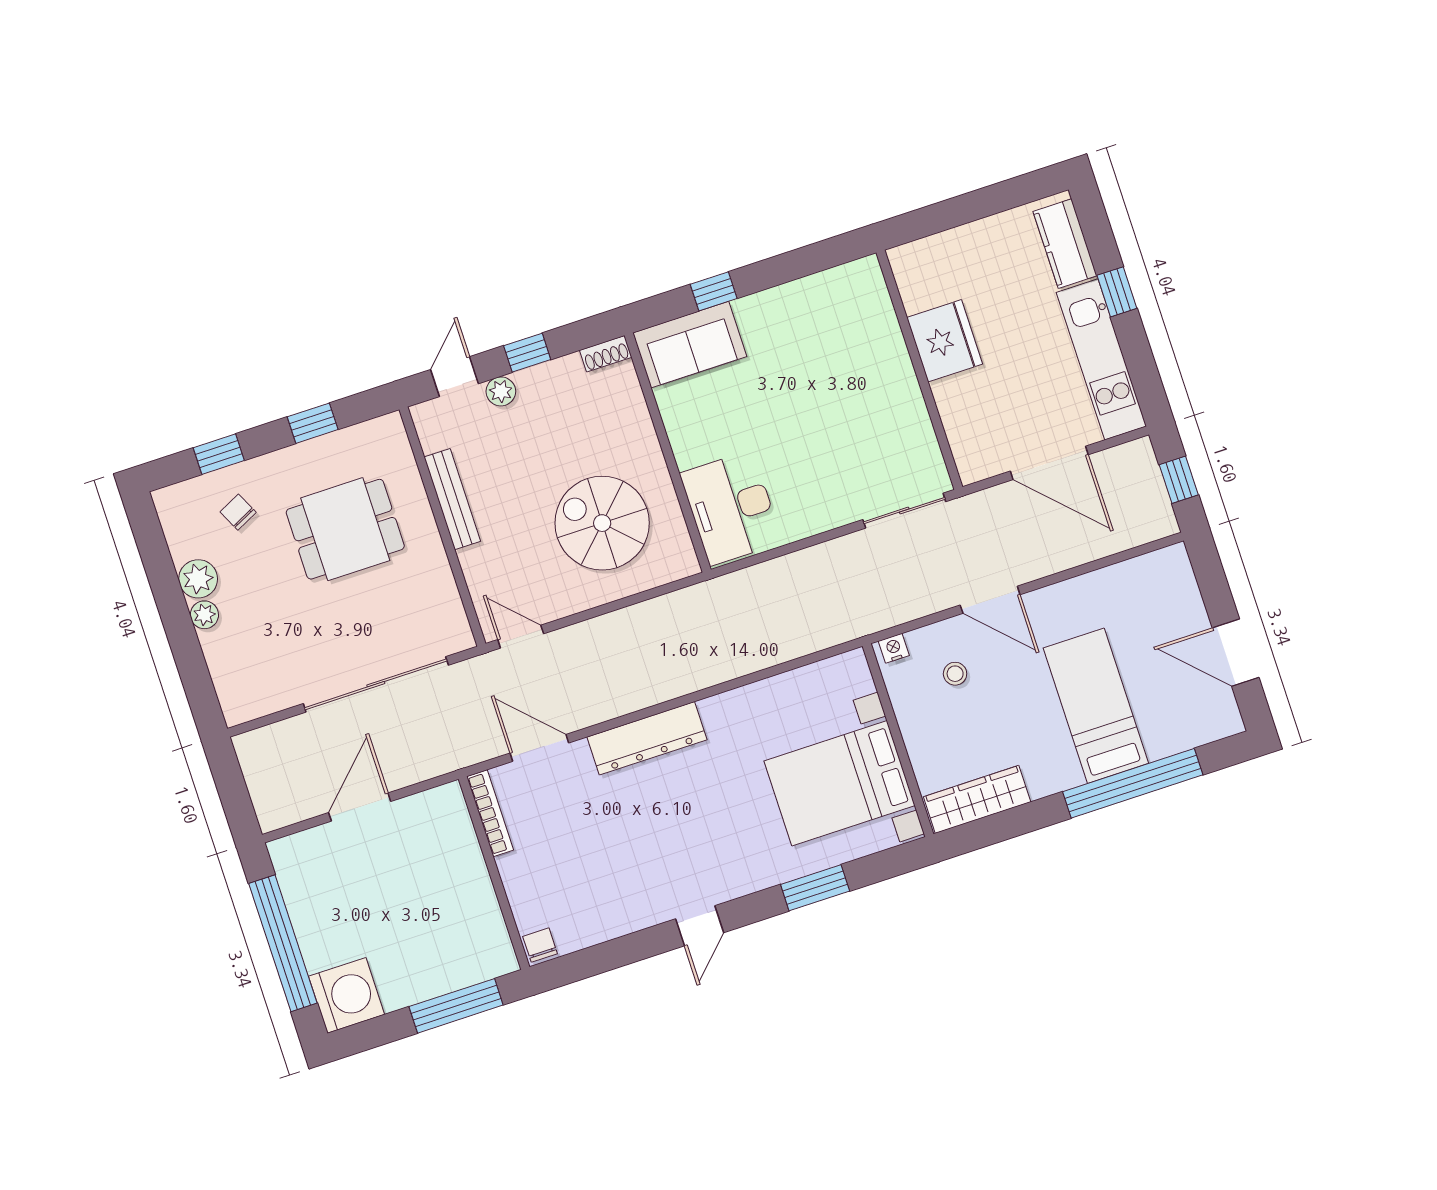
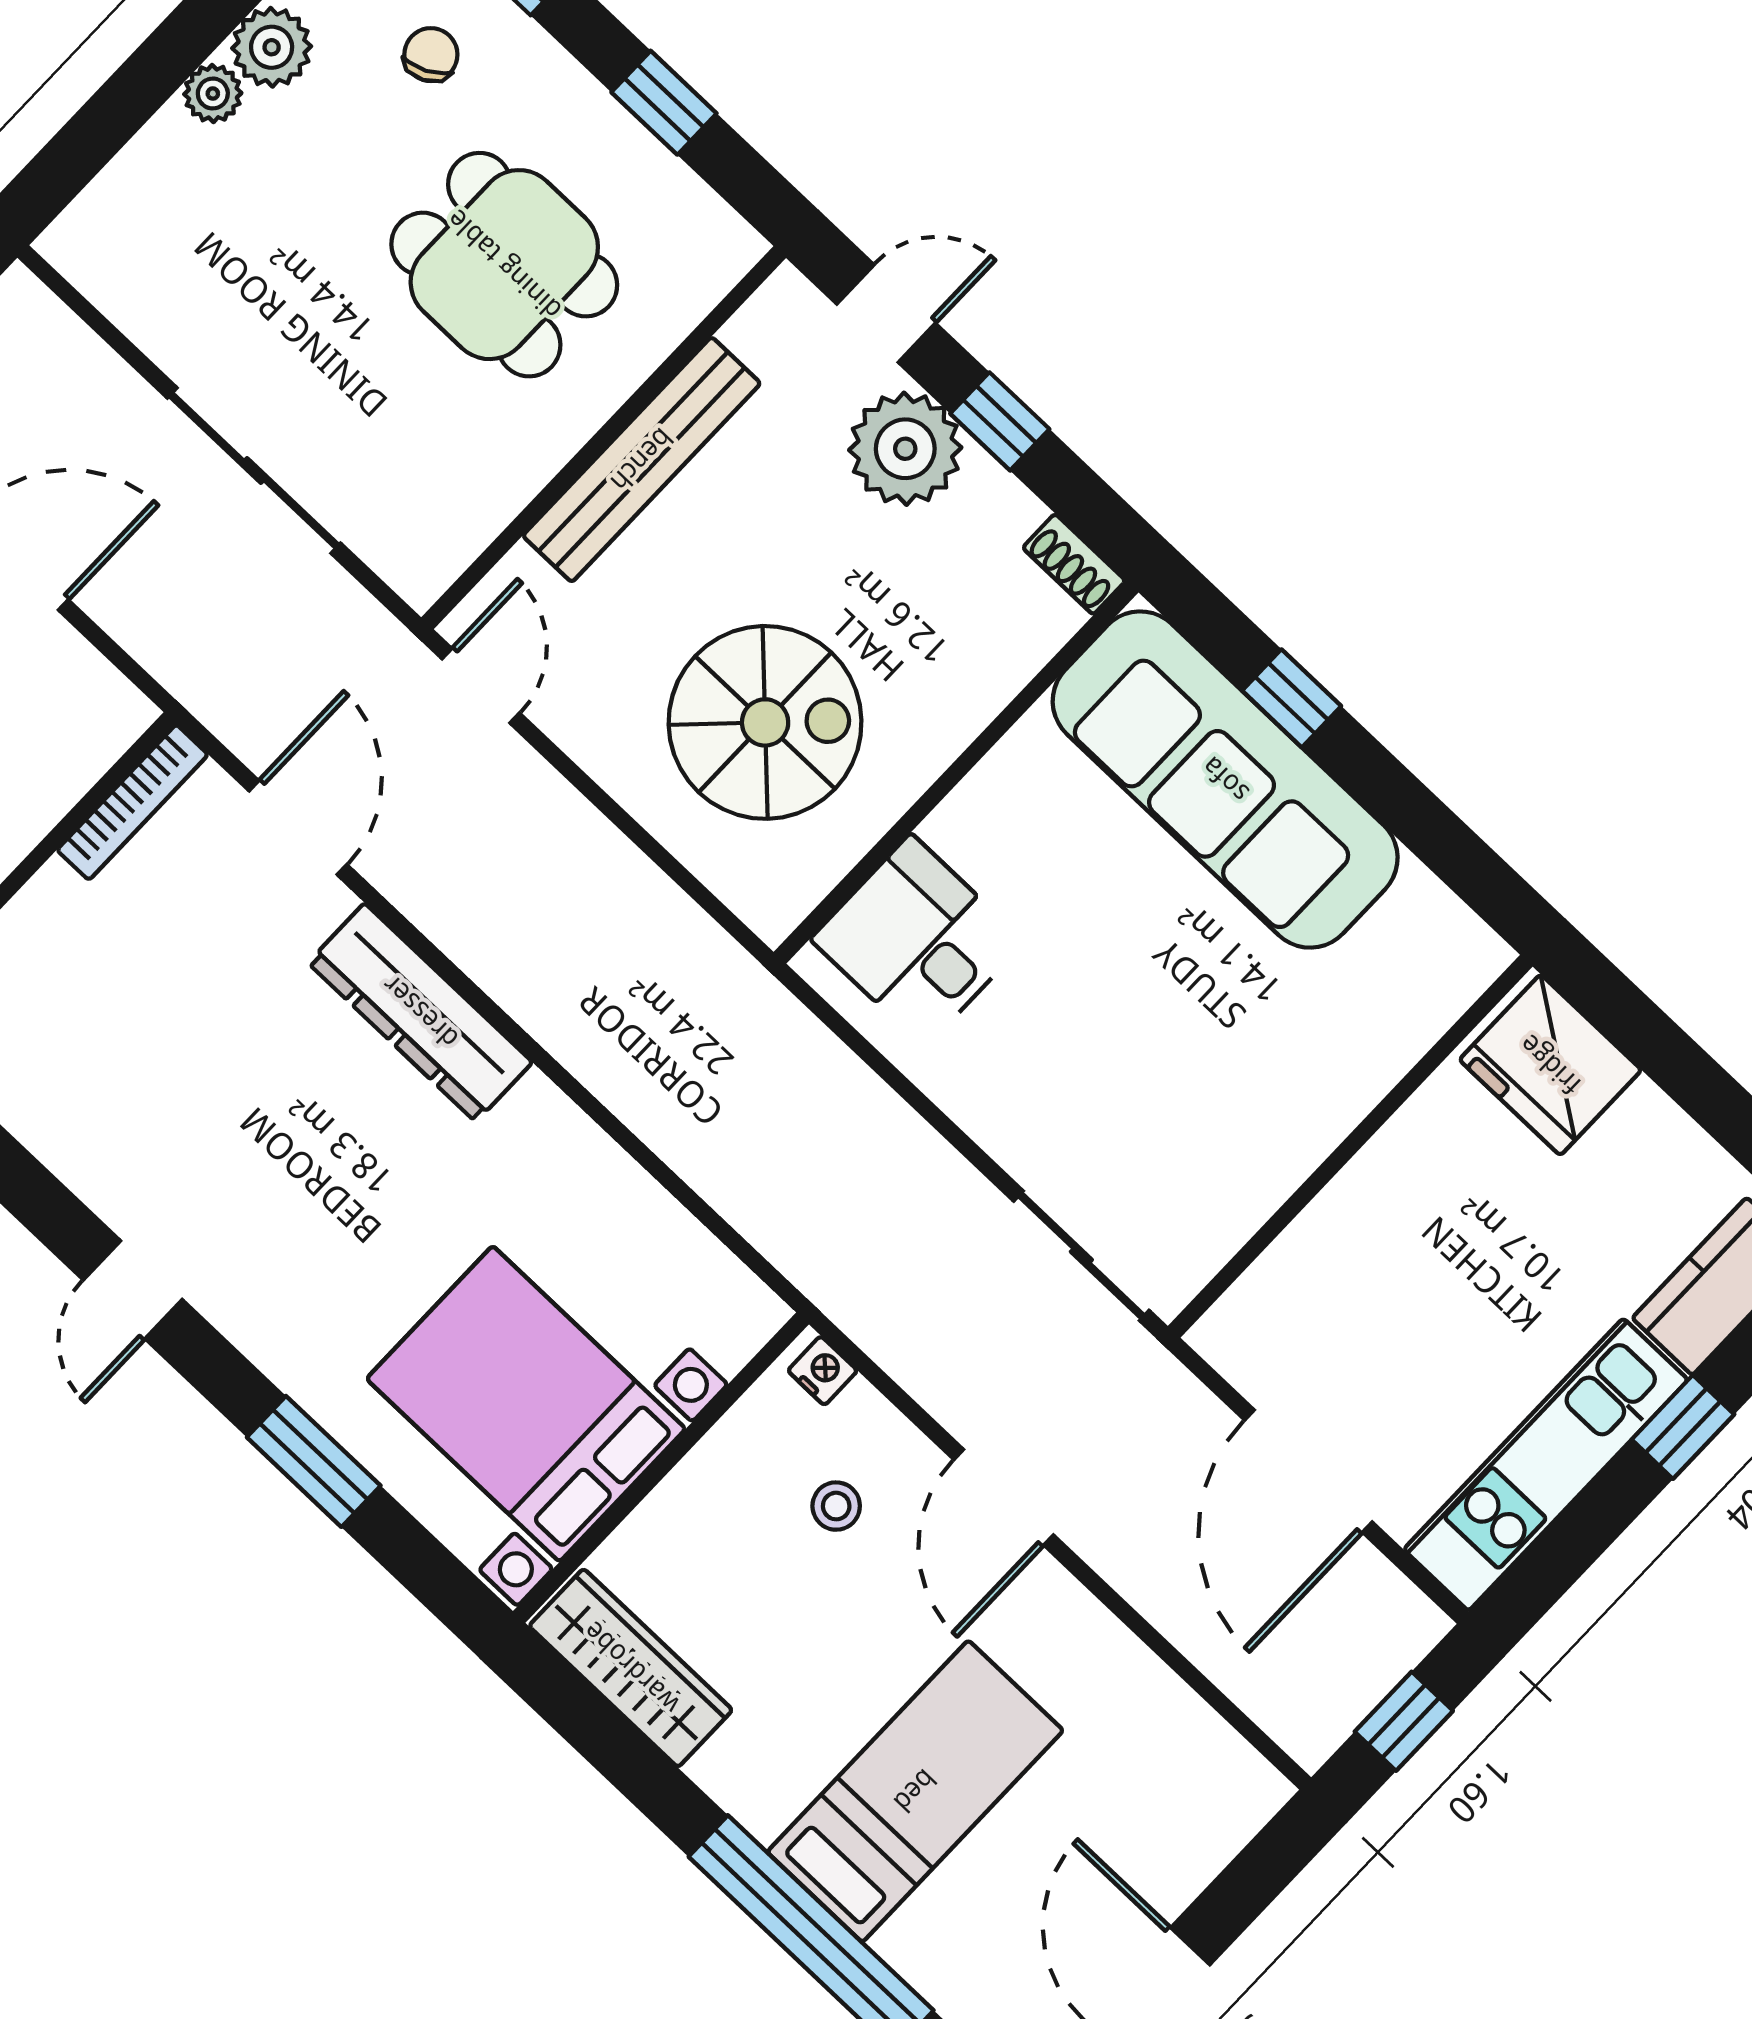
fridge: (945, 341) -> (1550, 1065), moved, turned 90
sofa: (690, 345) -> (1225, 780), width x1.85, depth x1.27
plant: (501, 391) -> (905, 449), width x1.87, depth x1.87
bench: (452, 499) -> (642, 460), width x1.37, depth x1.21
desk: (731, 508) -> (918, 941), width x0.73
spiral stairs: (602, 523) -> (765, 722), turned 90
sliding door: (376, 684) -> (254, 470), width x0.73
door: (700, 926) -> (133, 1290), hinge flipped

